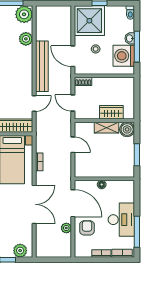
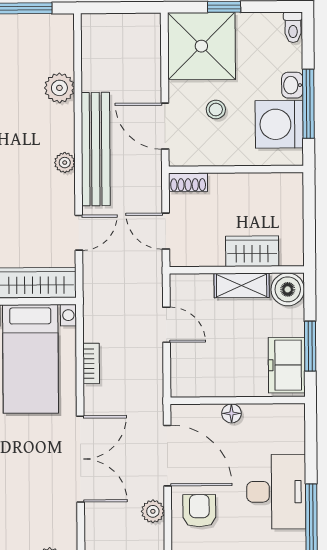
plant: (24, 14) -> (65, 163), moved, width x0.53, depth x0.53
freezer: (126, 163) -> (287, 365), added

